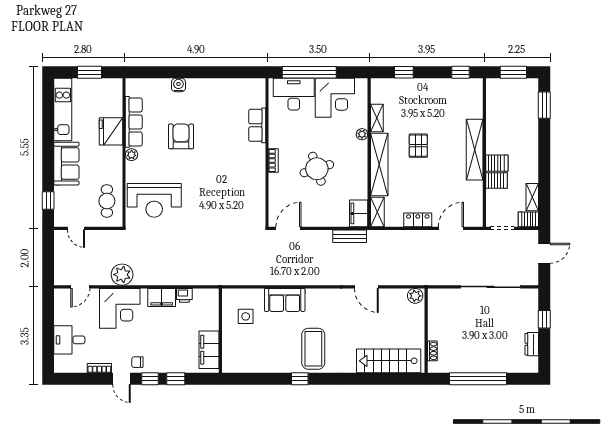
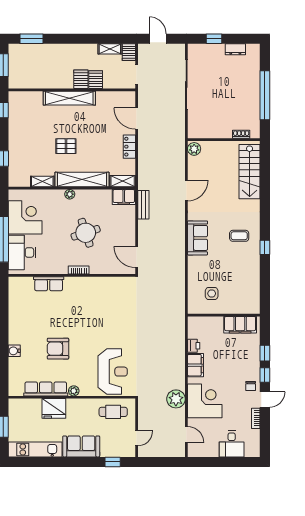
plant: (362, 134) -> (70, 194), moved
sofa: (285, 300) -> (198, 238), moved
coffee table: (313, 349) -> (239, 236), width x0.54, depth x0.58

